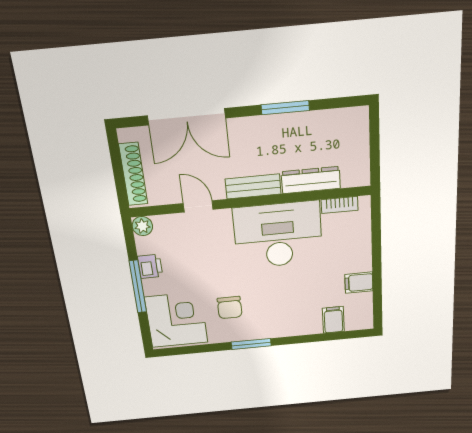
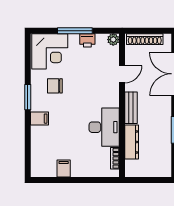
desk: (278, 235) -> (104, 127), width x0.73, depth x0.77
filing cabinet: (333, 320) -> (39, 119), moved

